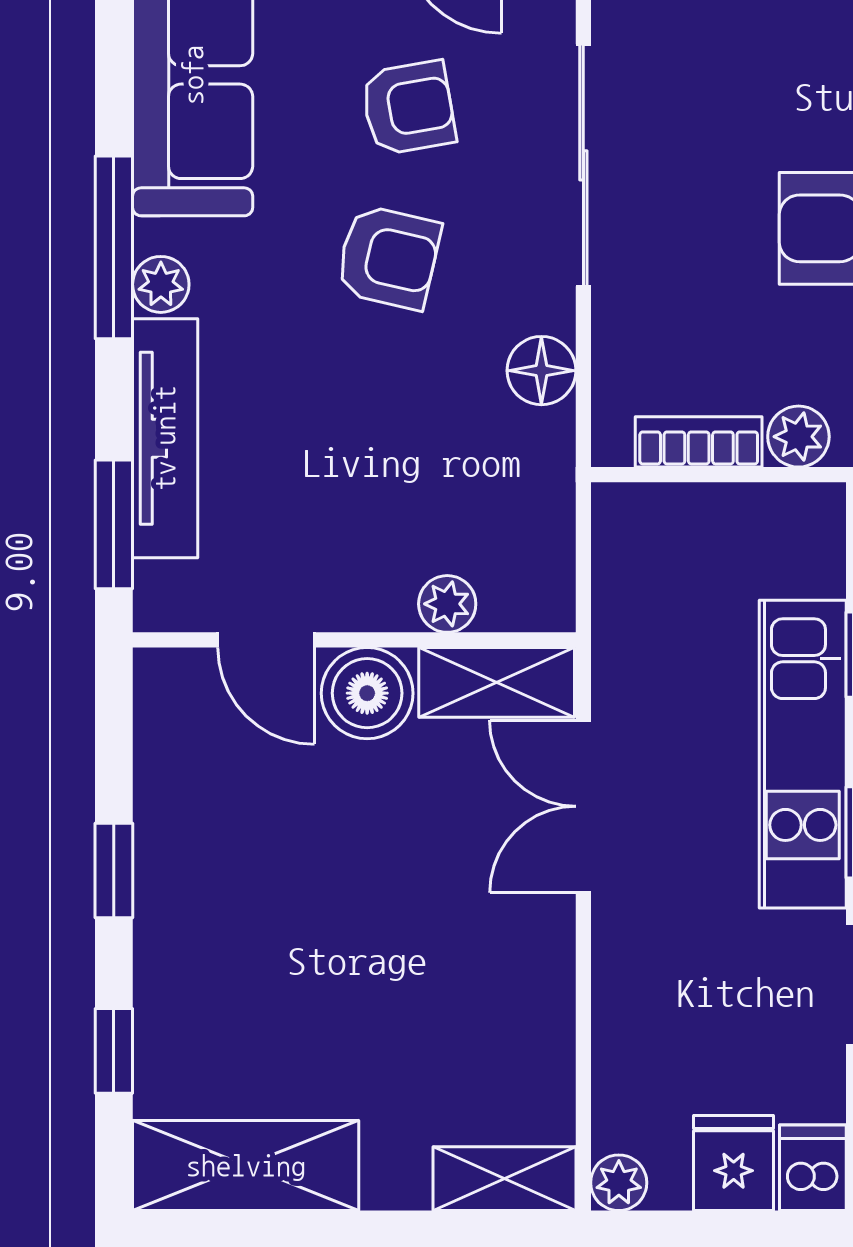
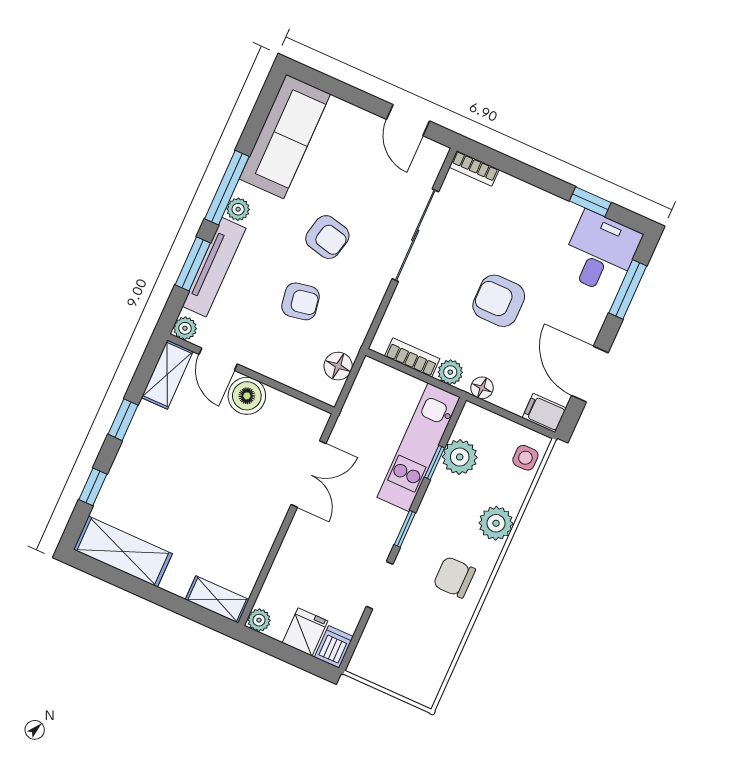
armchair: (408, 108) -> (301, 301), moved
floor lamp: (541, 371) -> (338, 366), moved
window: (114, 524) -> (193, 264), moved
plant: (447, 604) -> (185, 328), moved
shelving: (497, 682) -> (167, 375), moved, turned 90
kitchen unit: (803, 754) -> (419, 447), moved
double door: (583, 806) -> (309, 474), swing flipped

